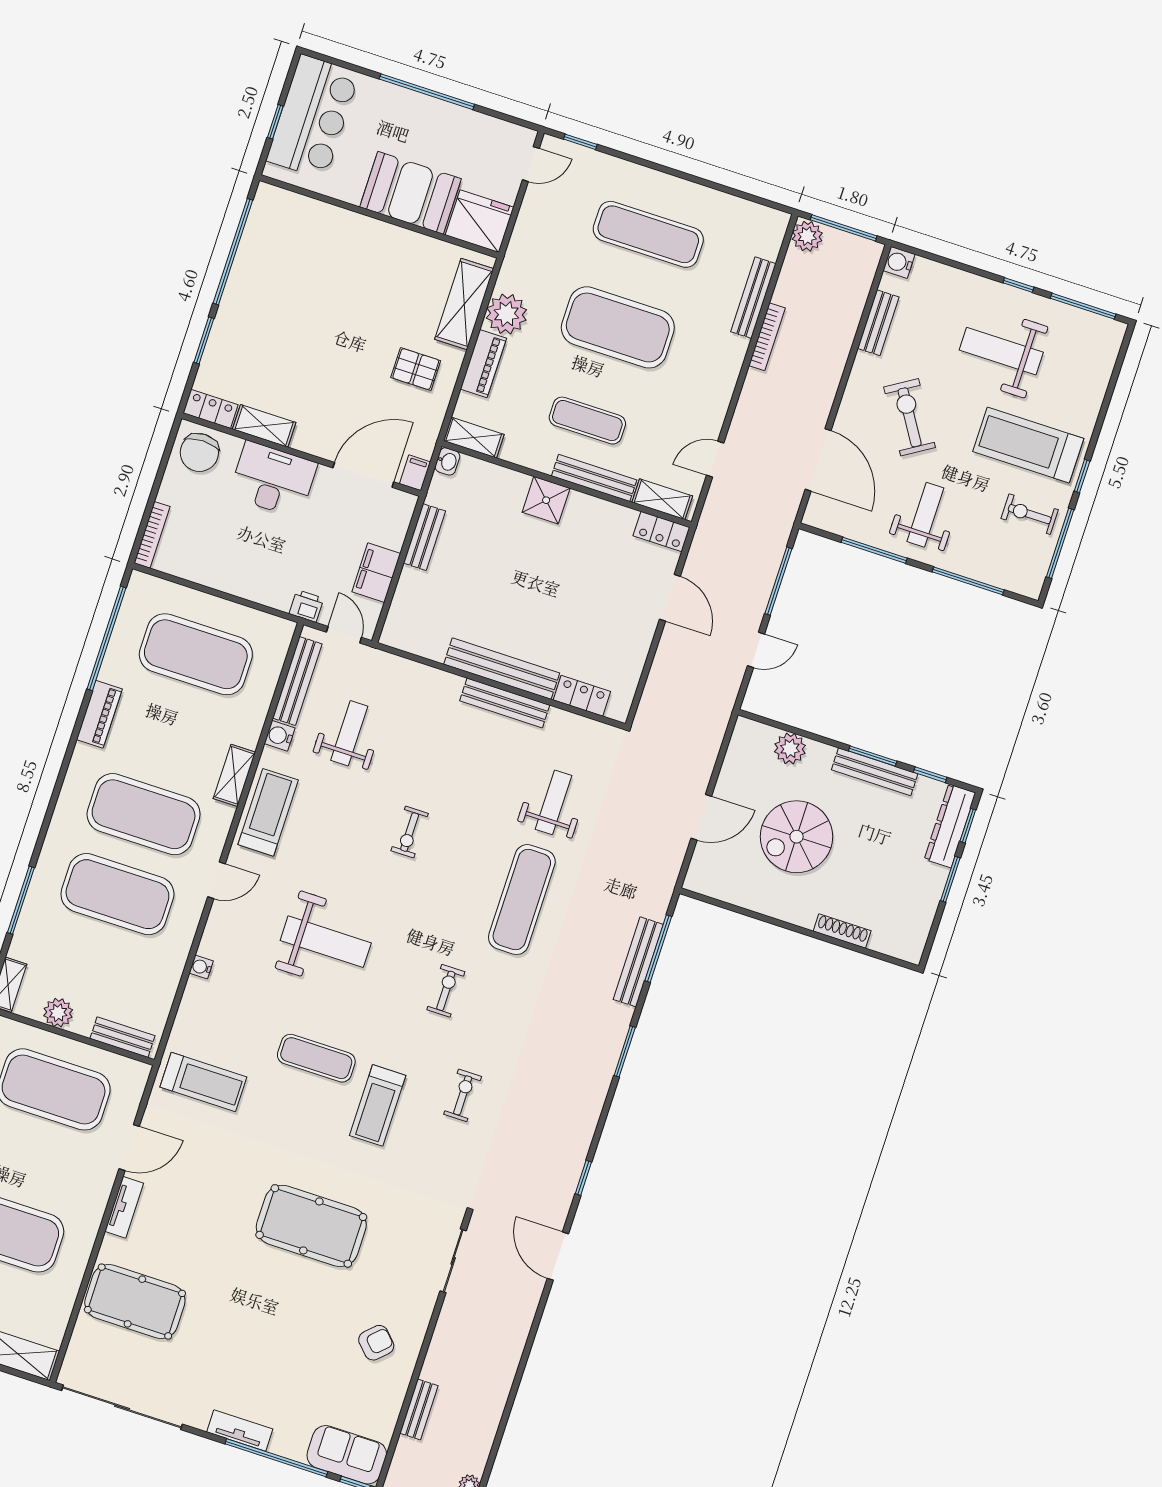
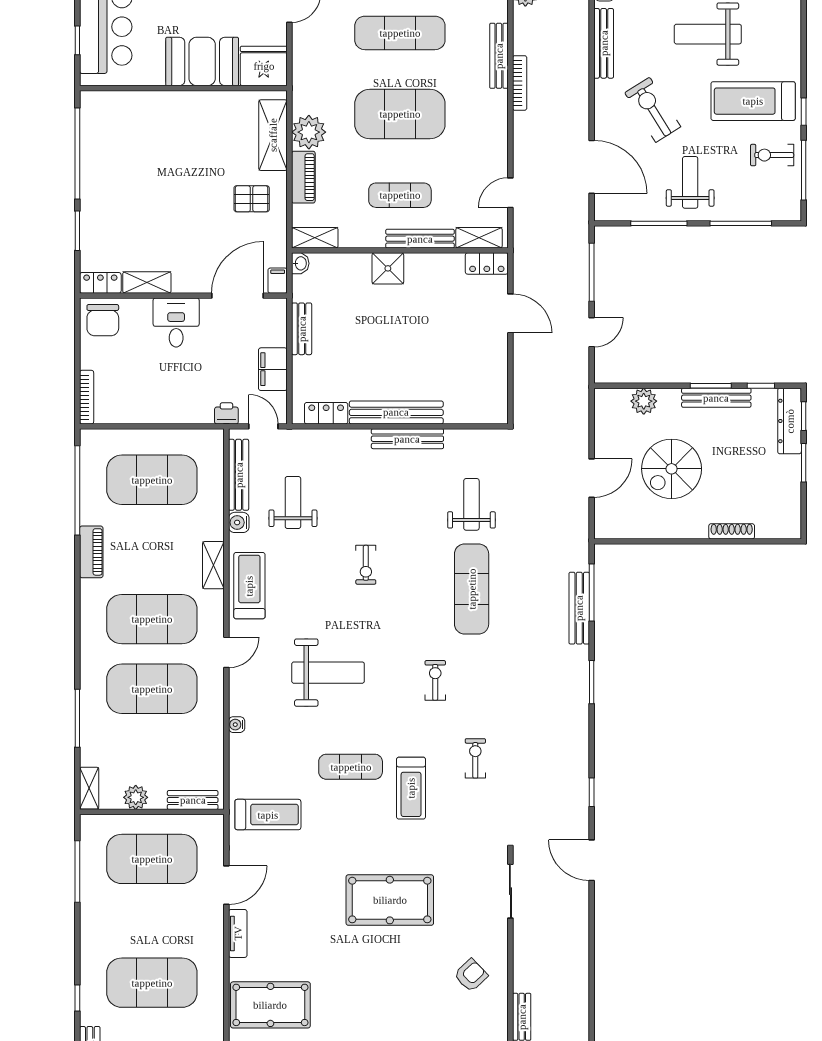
bench: (878, 323) -> (604, 43), width x1.36
desk: (273, 480) -> (176, 323), width x0.73
locker: (582, 696) -> (326, 413), moved

